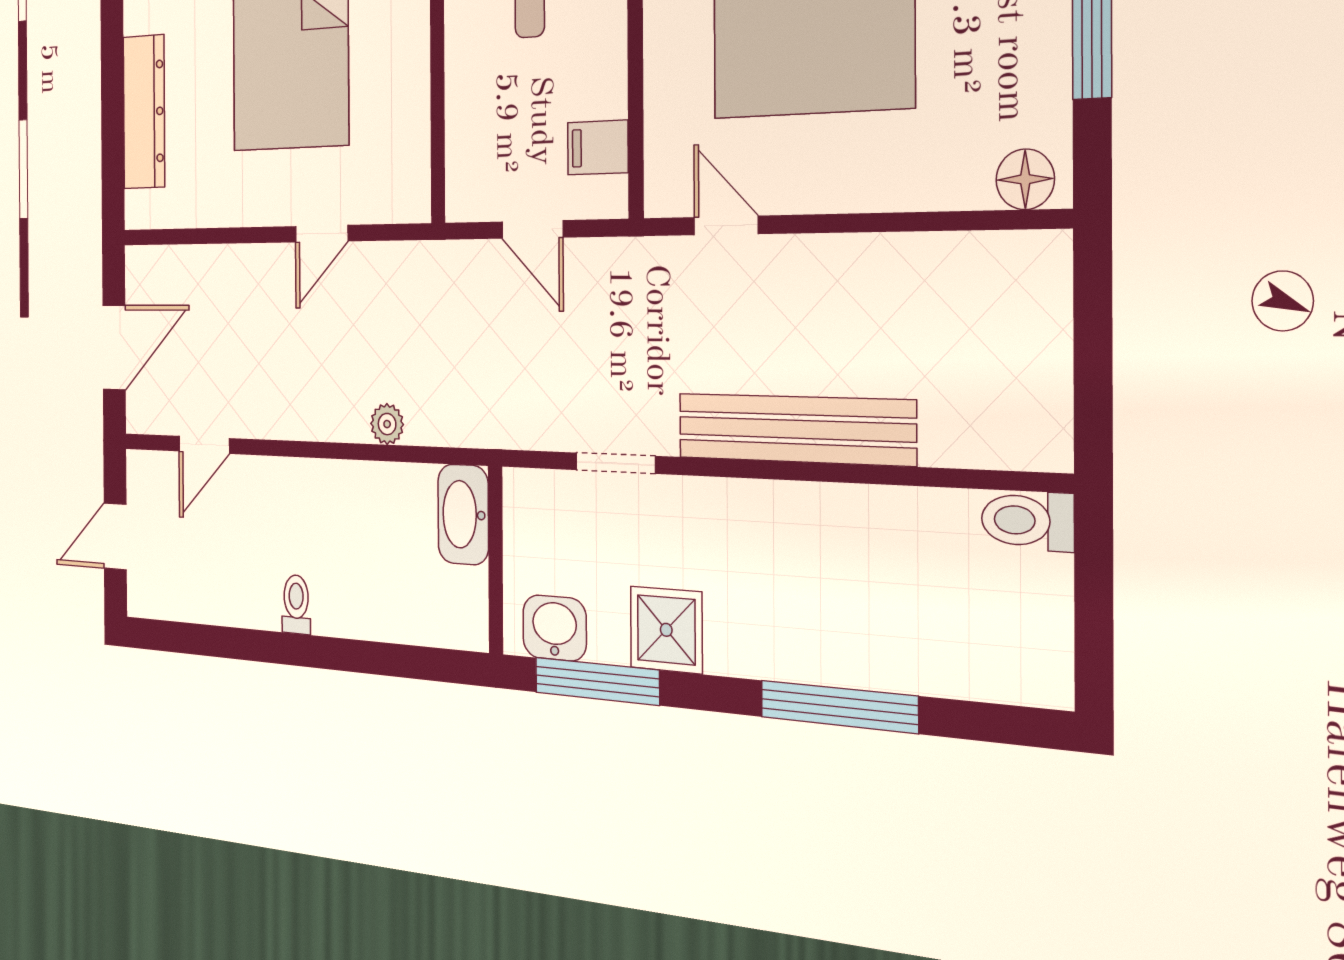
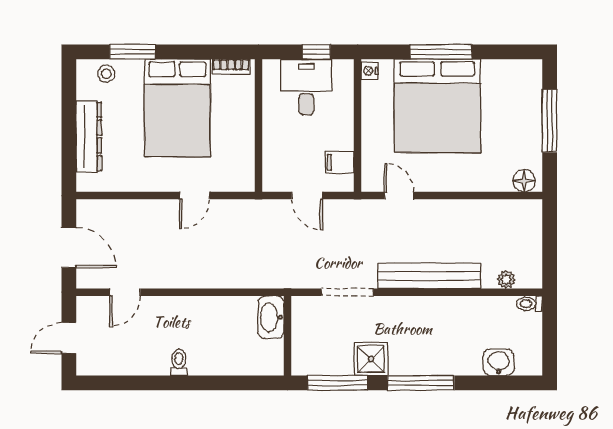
door: (114, 347) -> (69, 248), hinge flipped
plant: (387, 424) -> (506, 280), moved
doorway: (616, 463) -> (347, 292), width x1.38
toilet: (1028, 521) -> (530, 304), width x0.73, depth x0.72
washbasin: (555, 628) -> (499, 362), moved
window: (839, 707) -> (421, 383), moved

